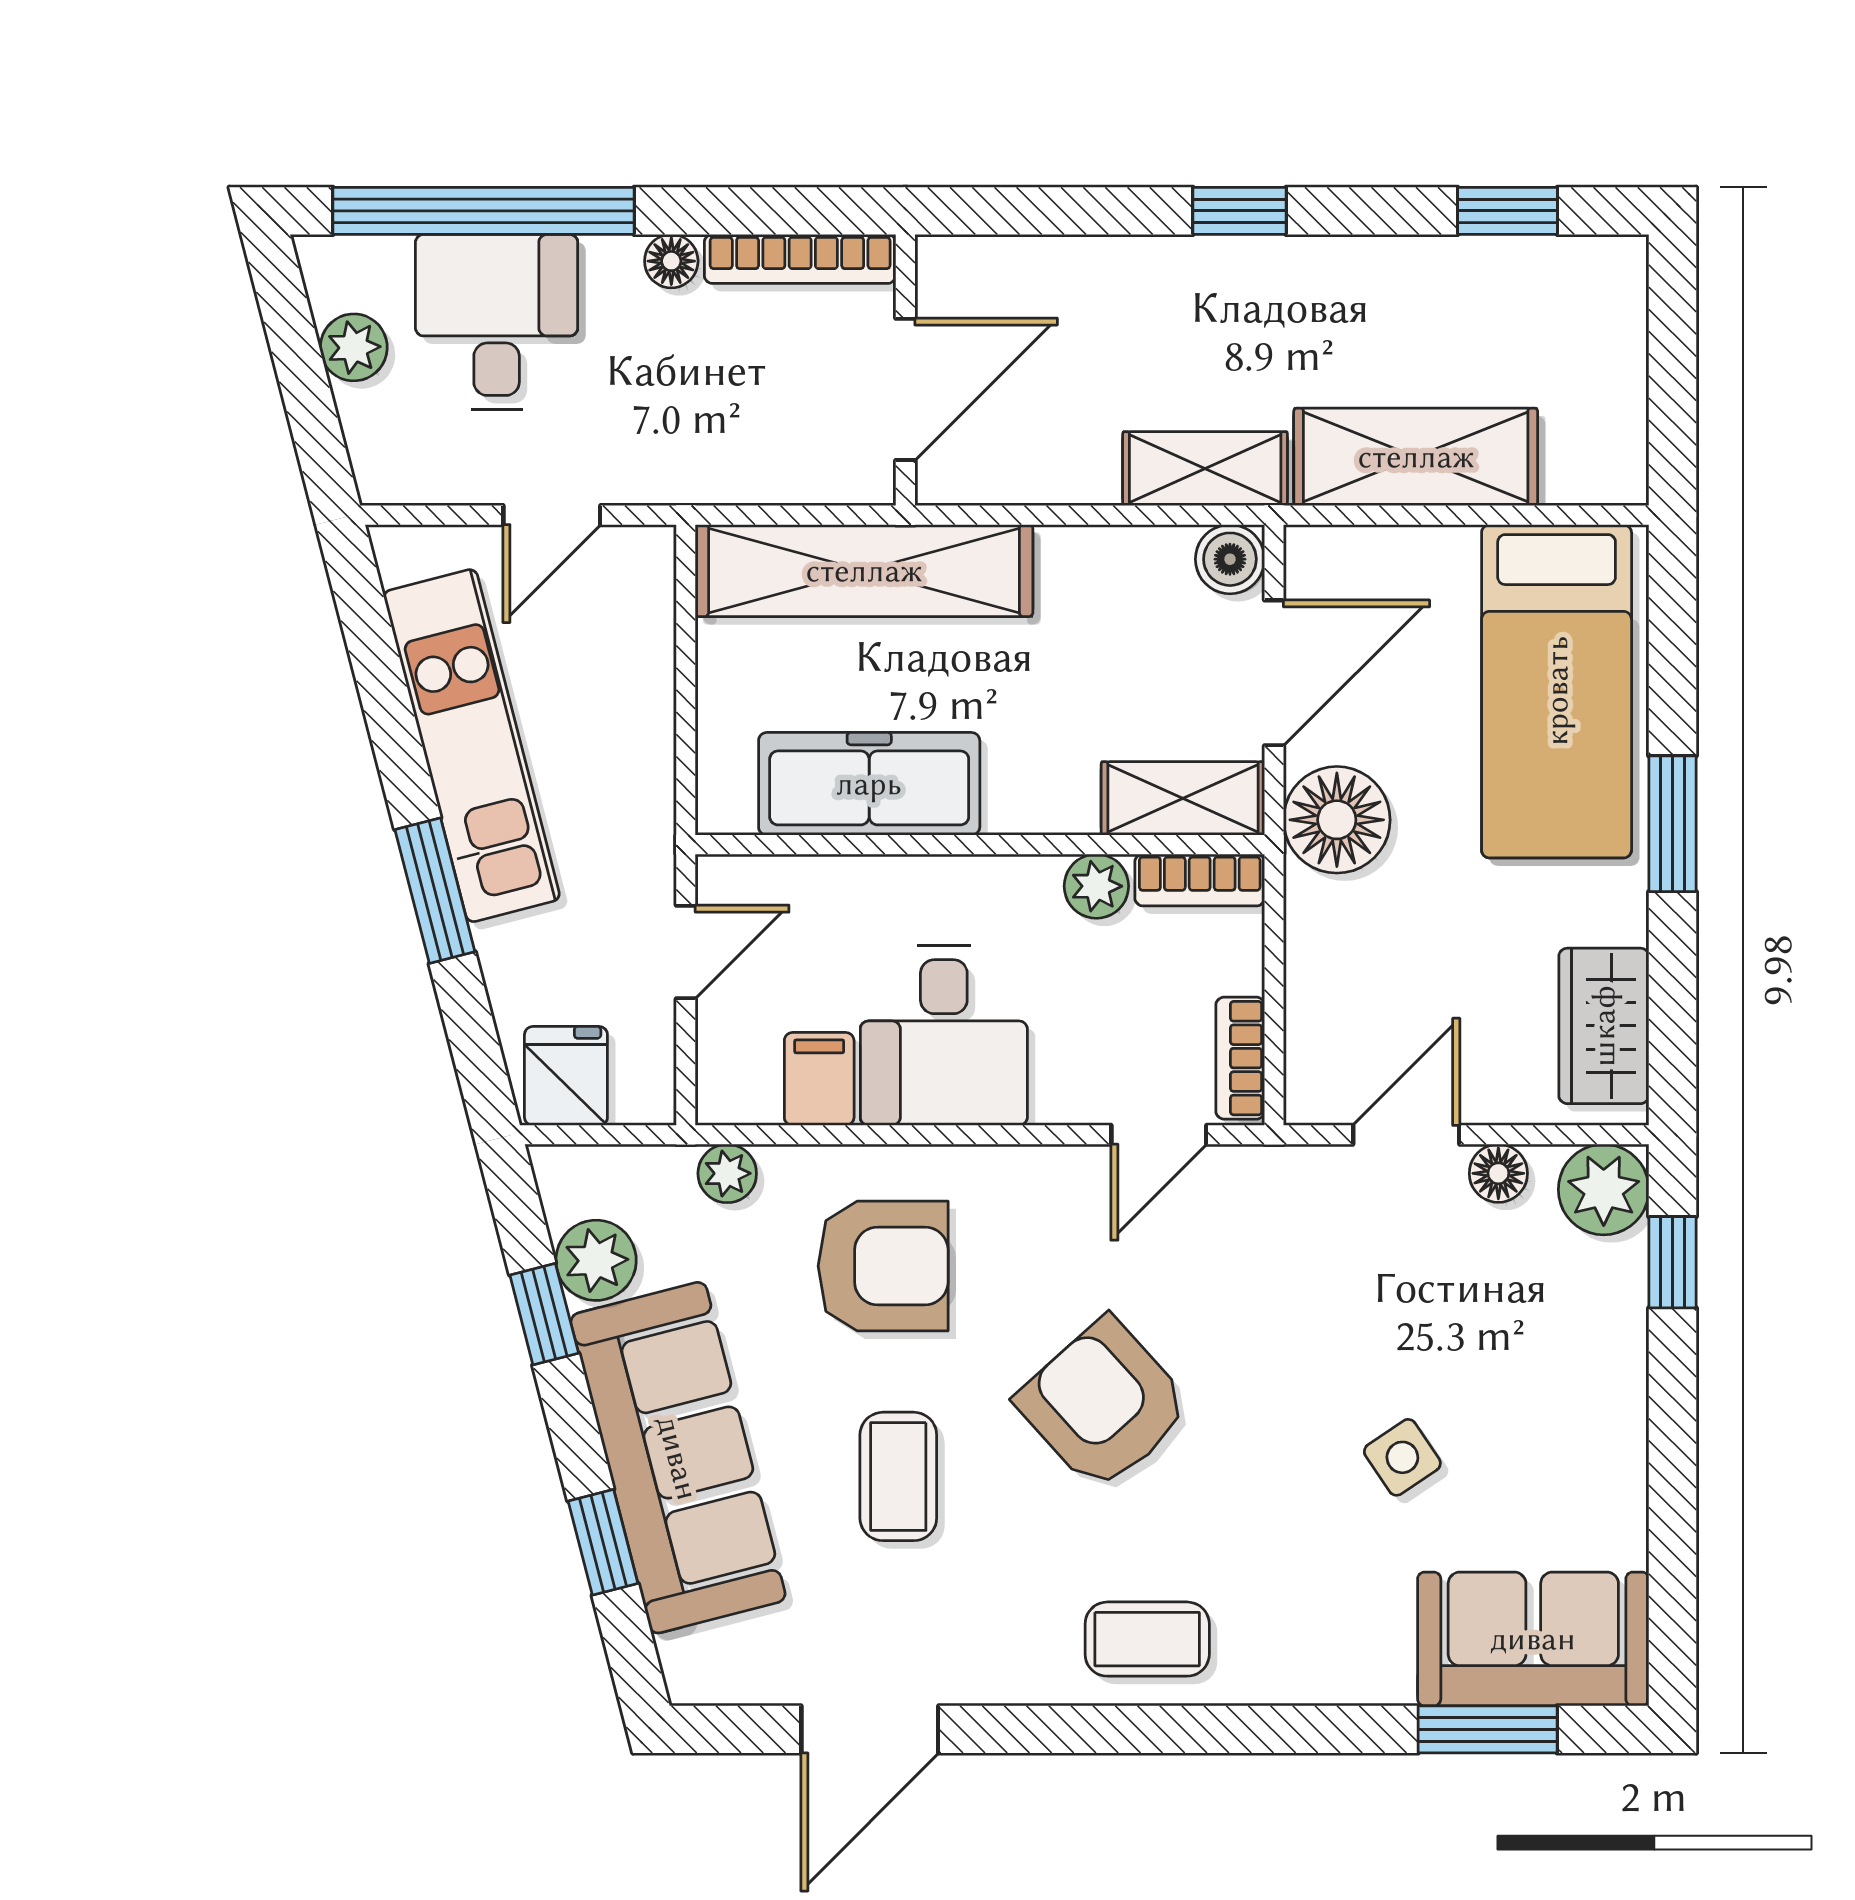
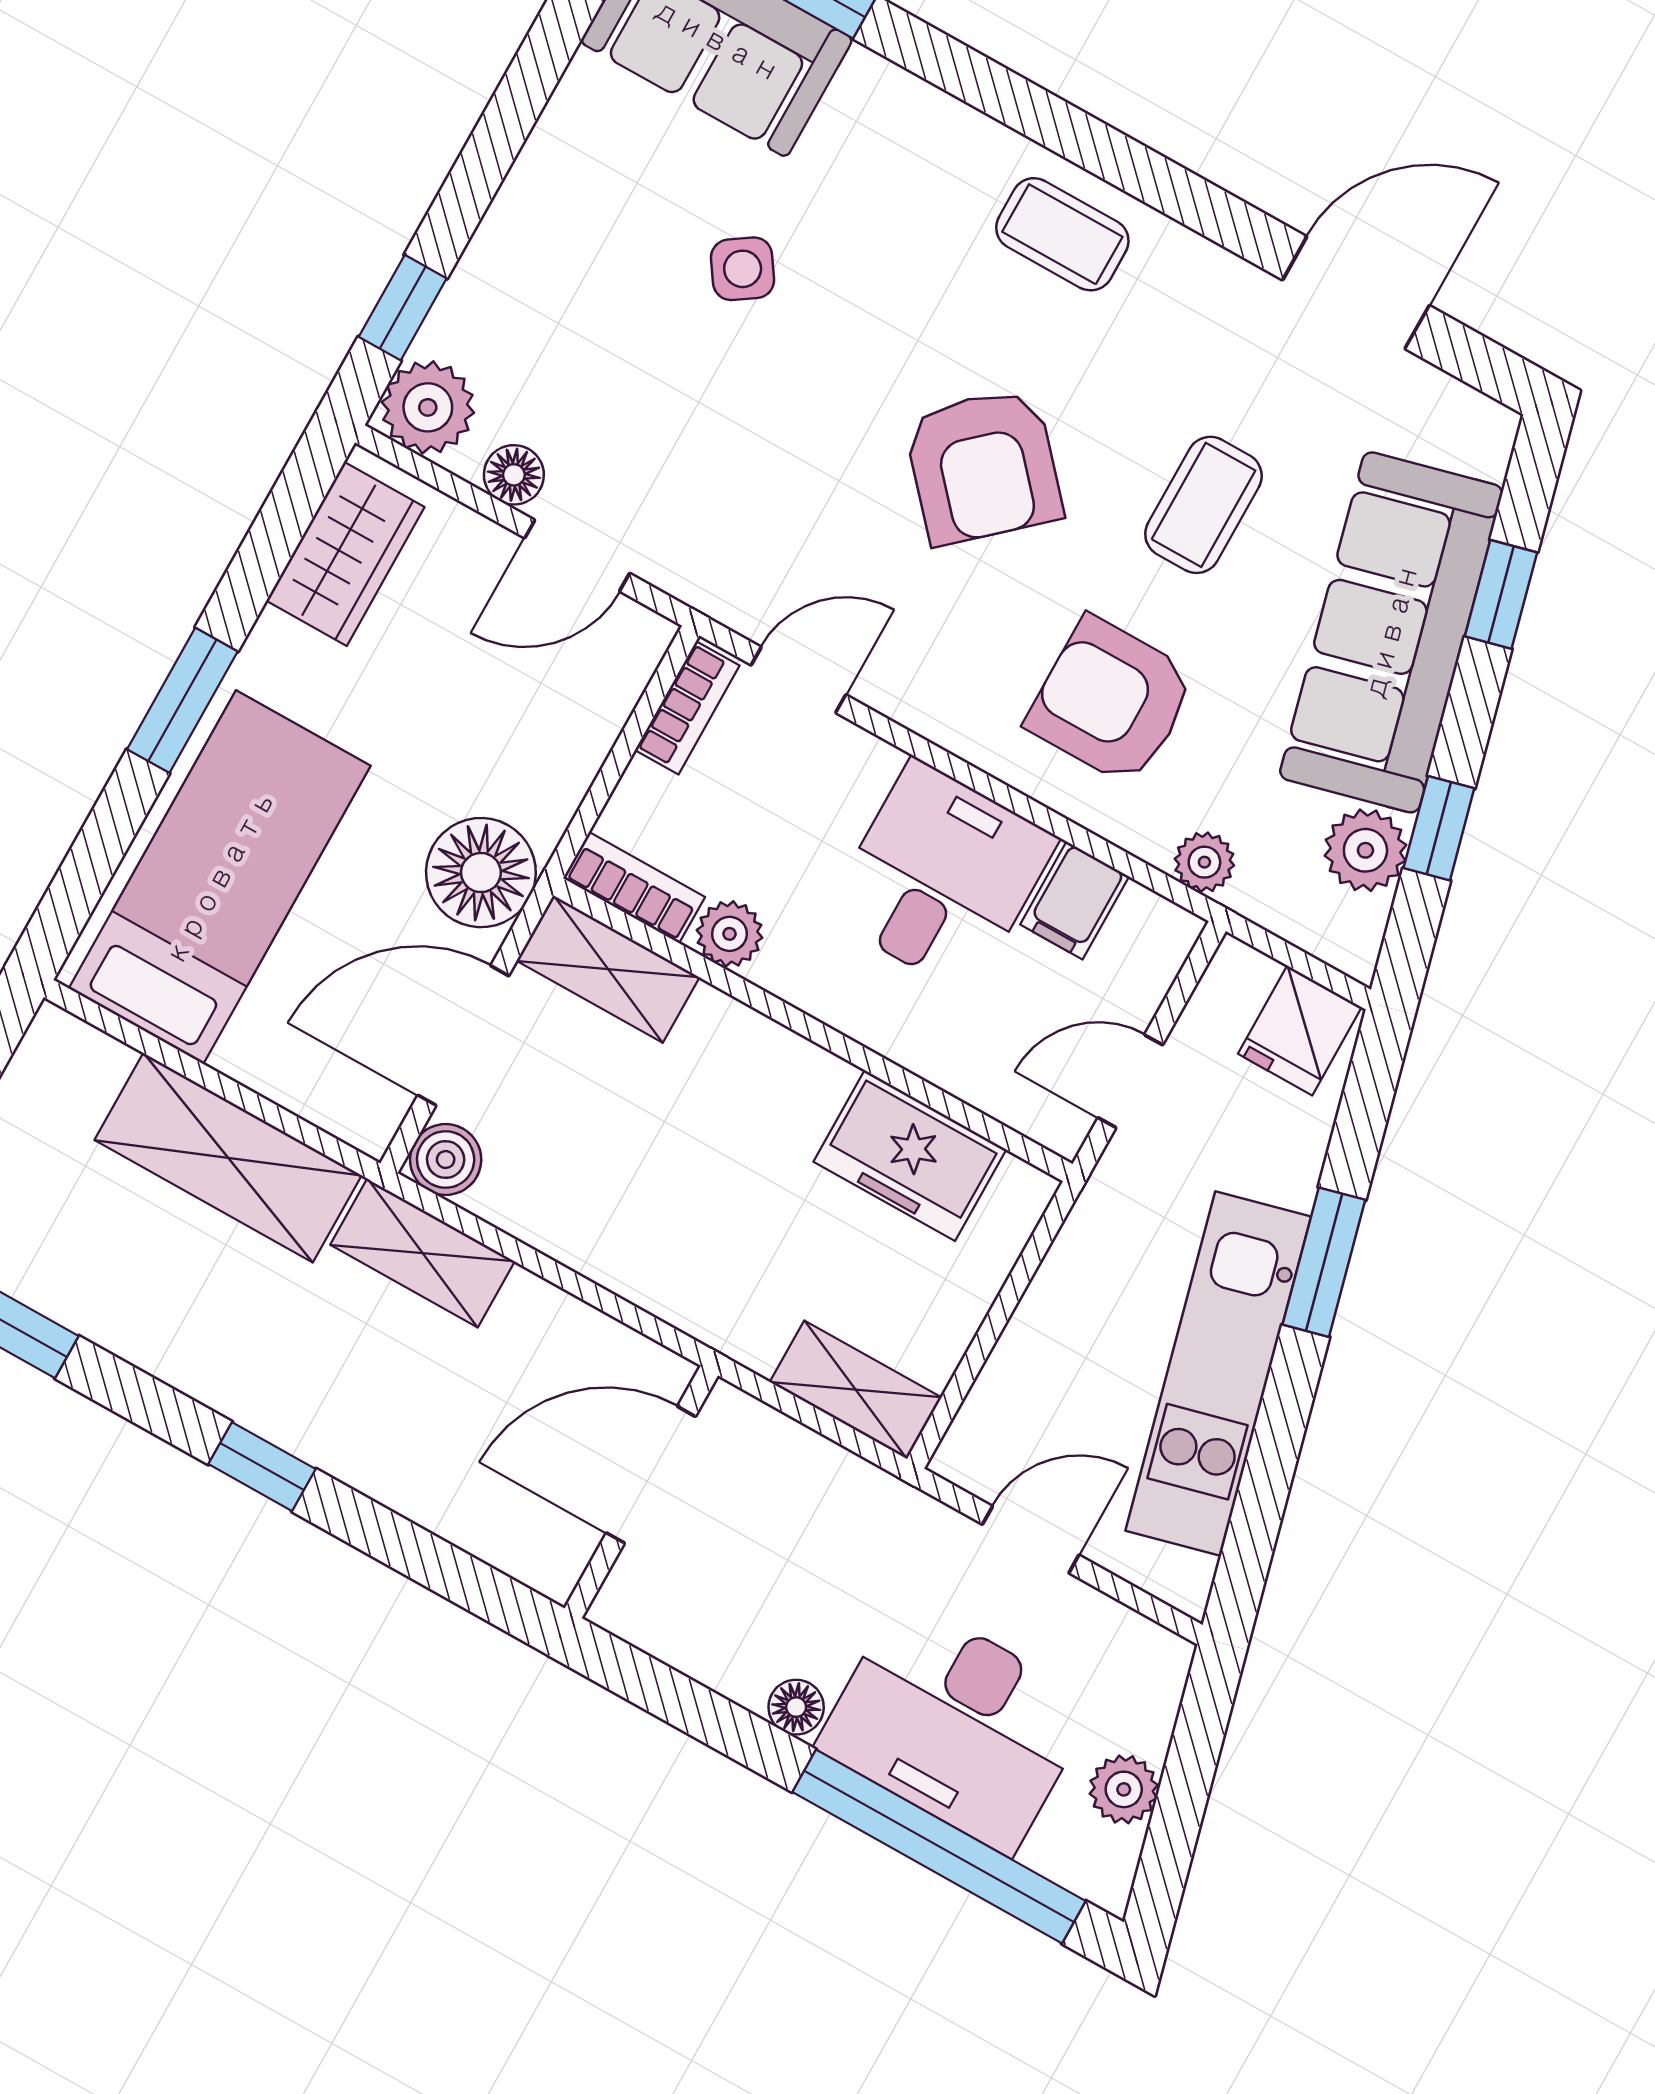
bookcase: (800, 259) -> (680, 1644), removed
desk: (497, 322) -> (956, 1725), width x1.37
shelving: (864, 571) -> (856, 1390), width x0.45, depth x0.75
freezer: (869, 784) -> (910, 1156), width x0.71

